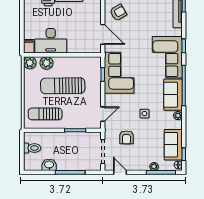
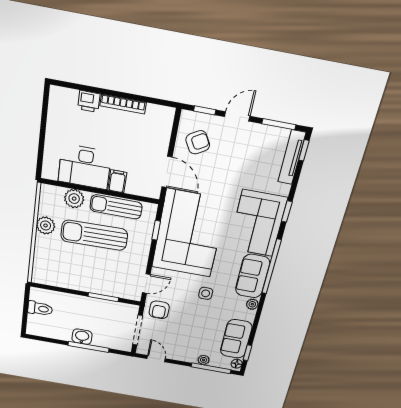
filing cabinet: (29, 46) -> (117, 181), moved
plant: (30, 63) -> (46, 225), moved
corner sofa: (119, 73) -> (189, 234), width x1.36, depth x1.36
sun lounger: (45, 114) -> (116, 207), moved
armchair: (126, 137) -> (159, 310), moved
washbasin: (49, 165) -> (82, 337), moved

